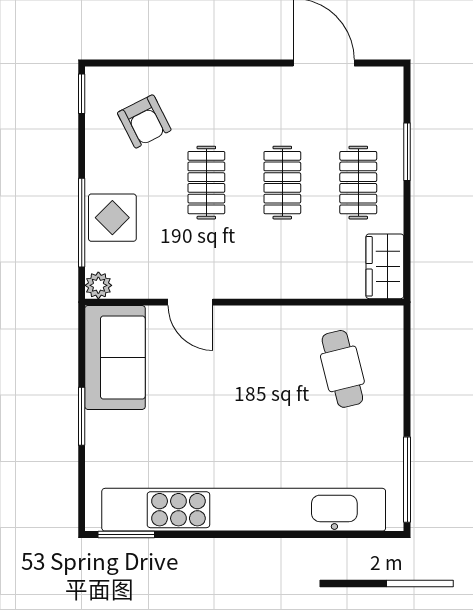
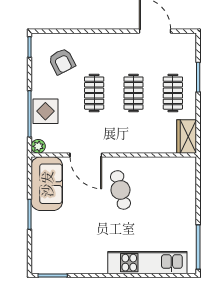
door: (190, 302) -> (86, 155), width x1.38
cafe table: (342, 369) -> (120, 190), moved
kitchen unit: (244, 510) -> (147, 263), width x0.54

